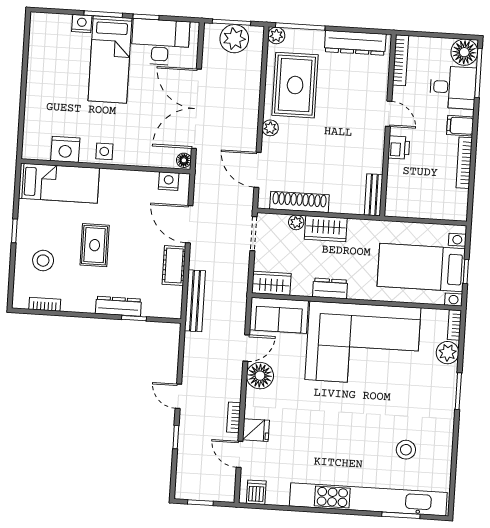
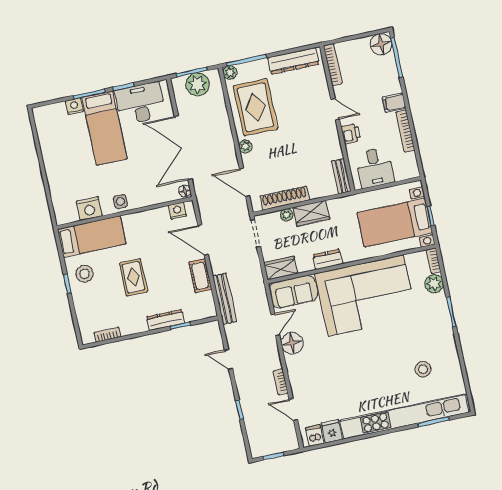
desk: (453, 87) -> (375, 168), moved, turned 90
stool: (43, 261) -> (85, 274), moved
door: (178, 396) -> (229, 359), moved
fridge: (256, 430) -> (332, 431), moved, turned -90

